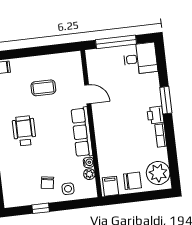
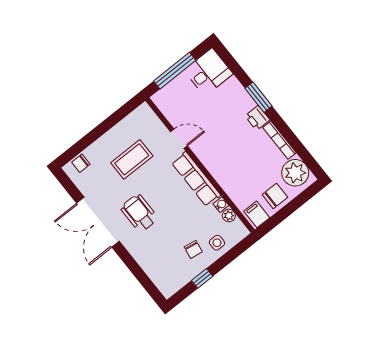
coffee table: (43, 88) -> (132, 159), width x1.36, depth x1.30
bookcase: (161, 135) -> (280, 140), width x1.56

